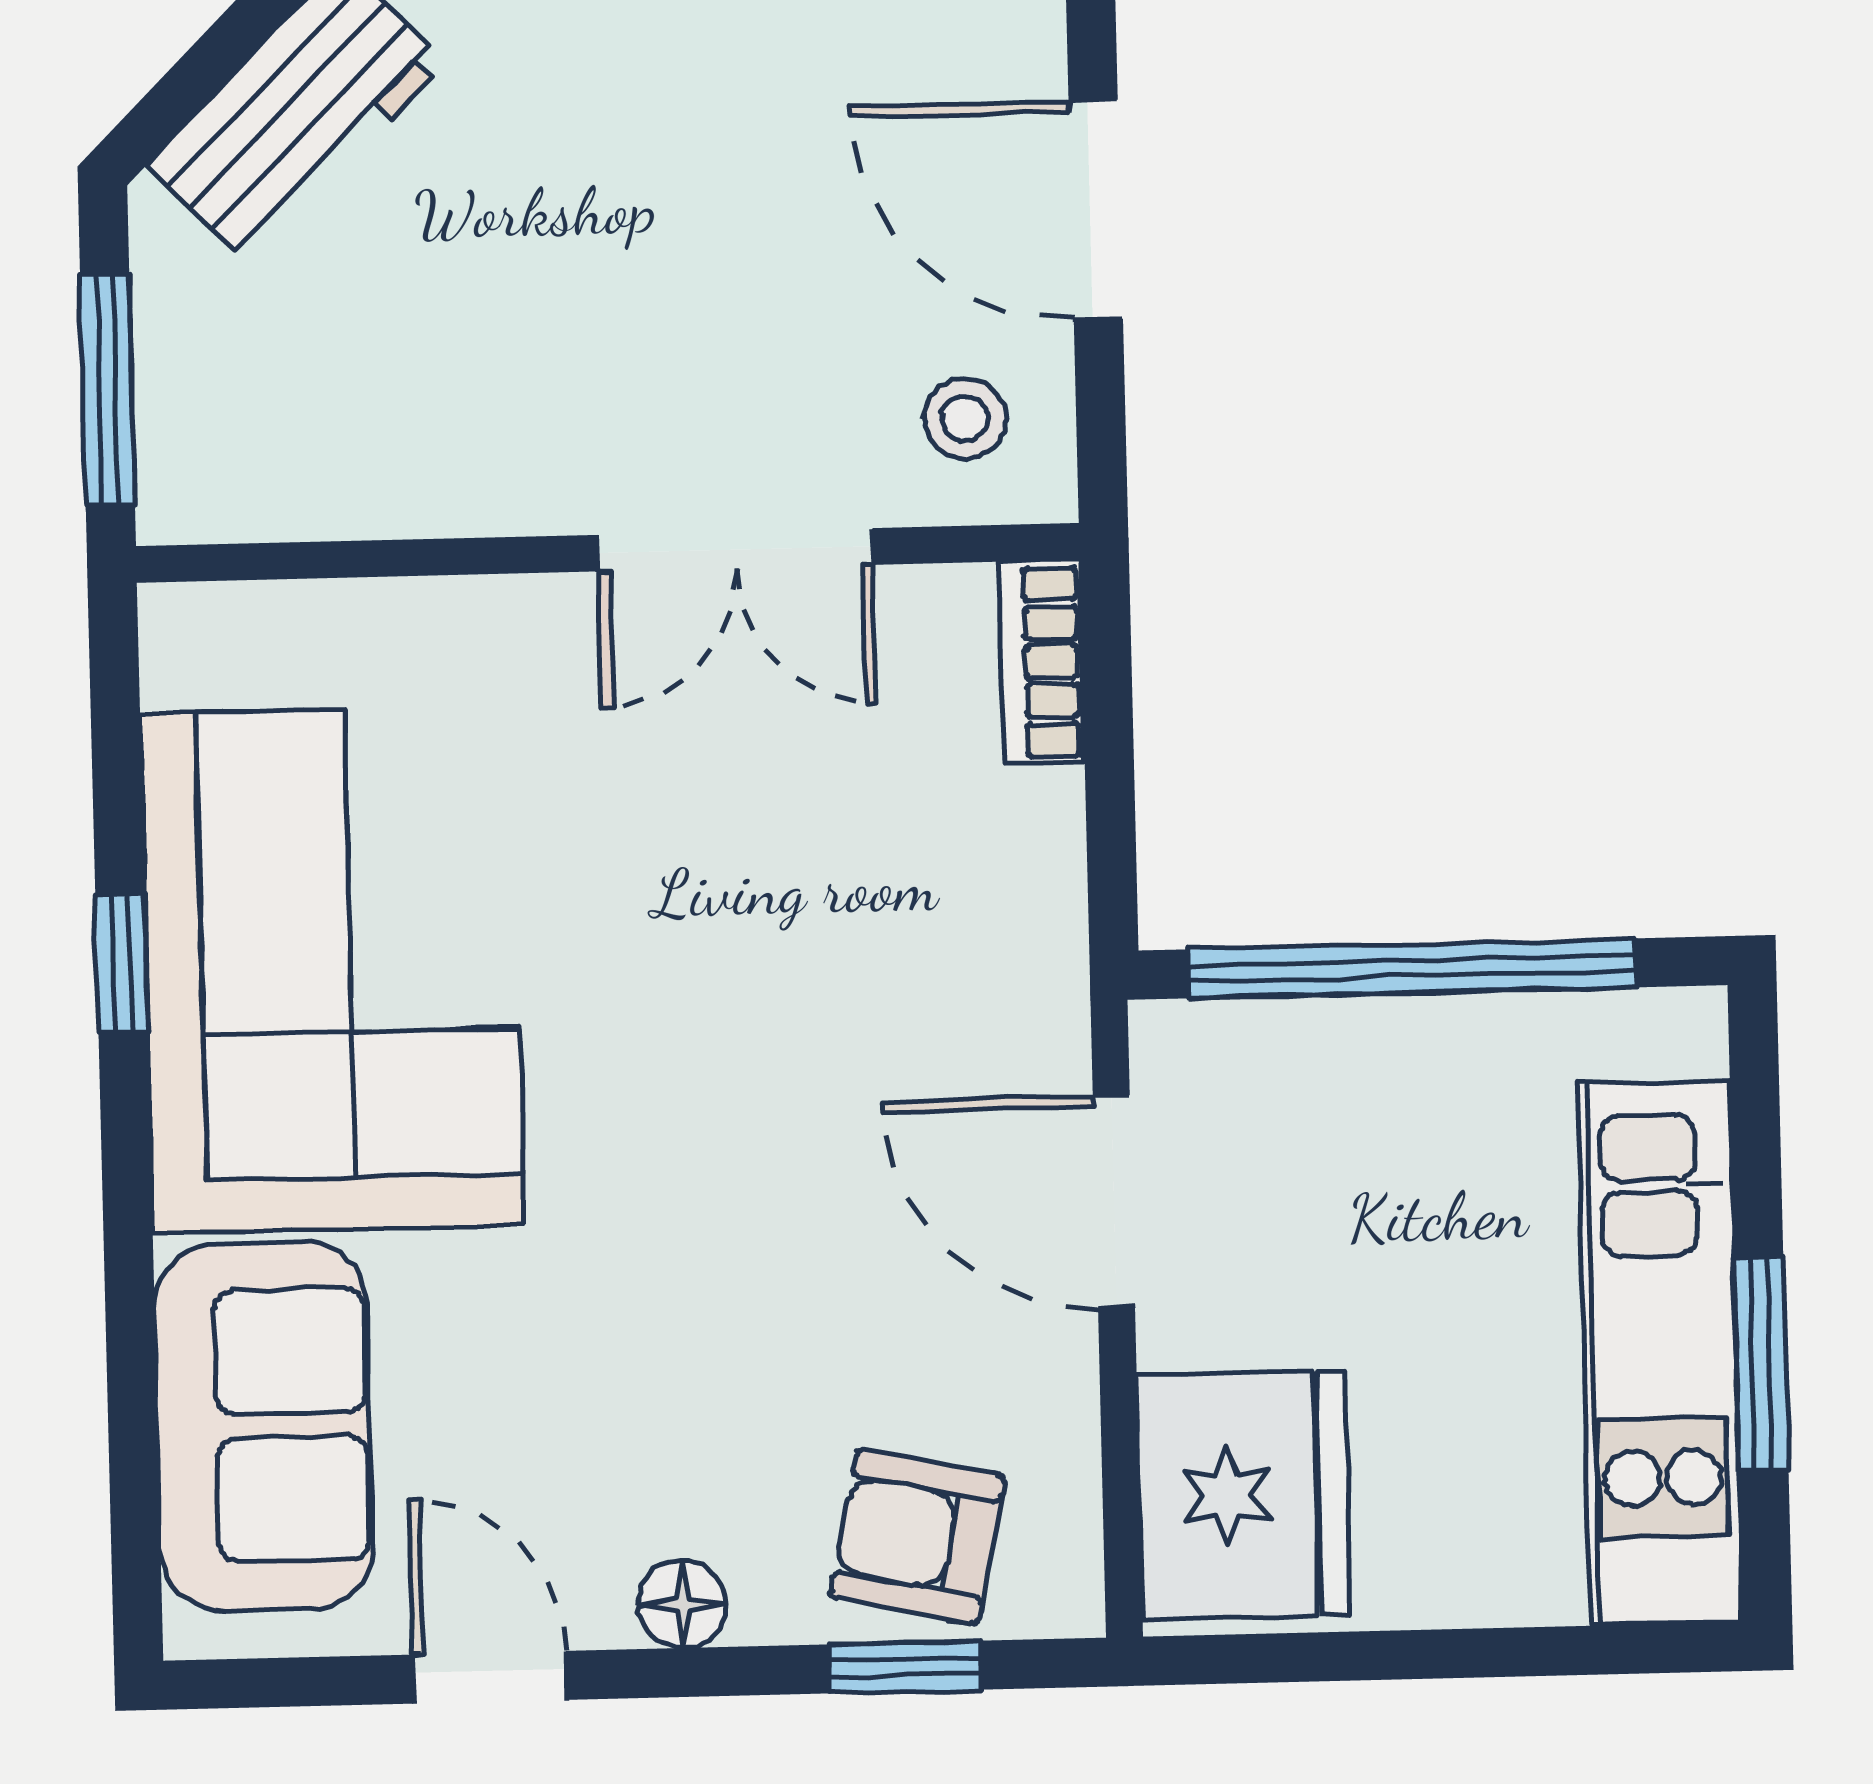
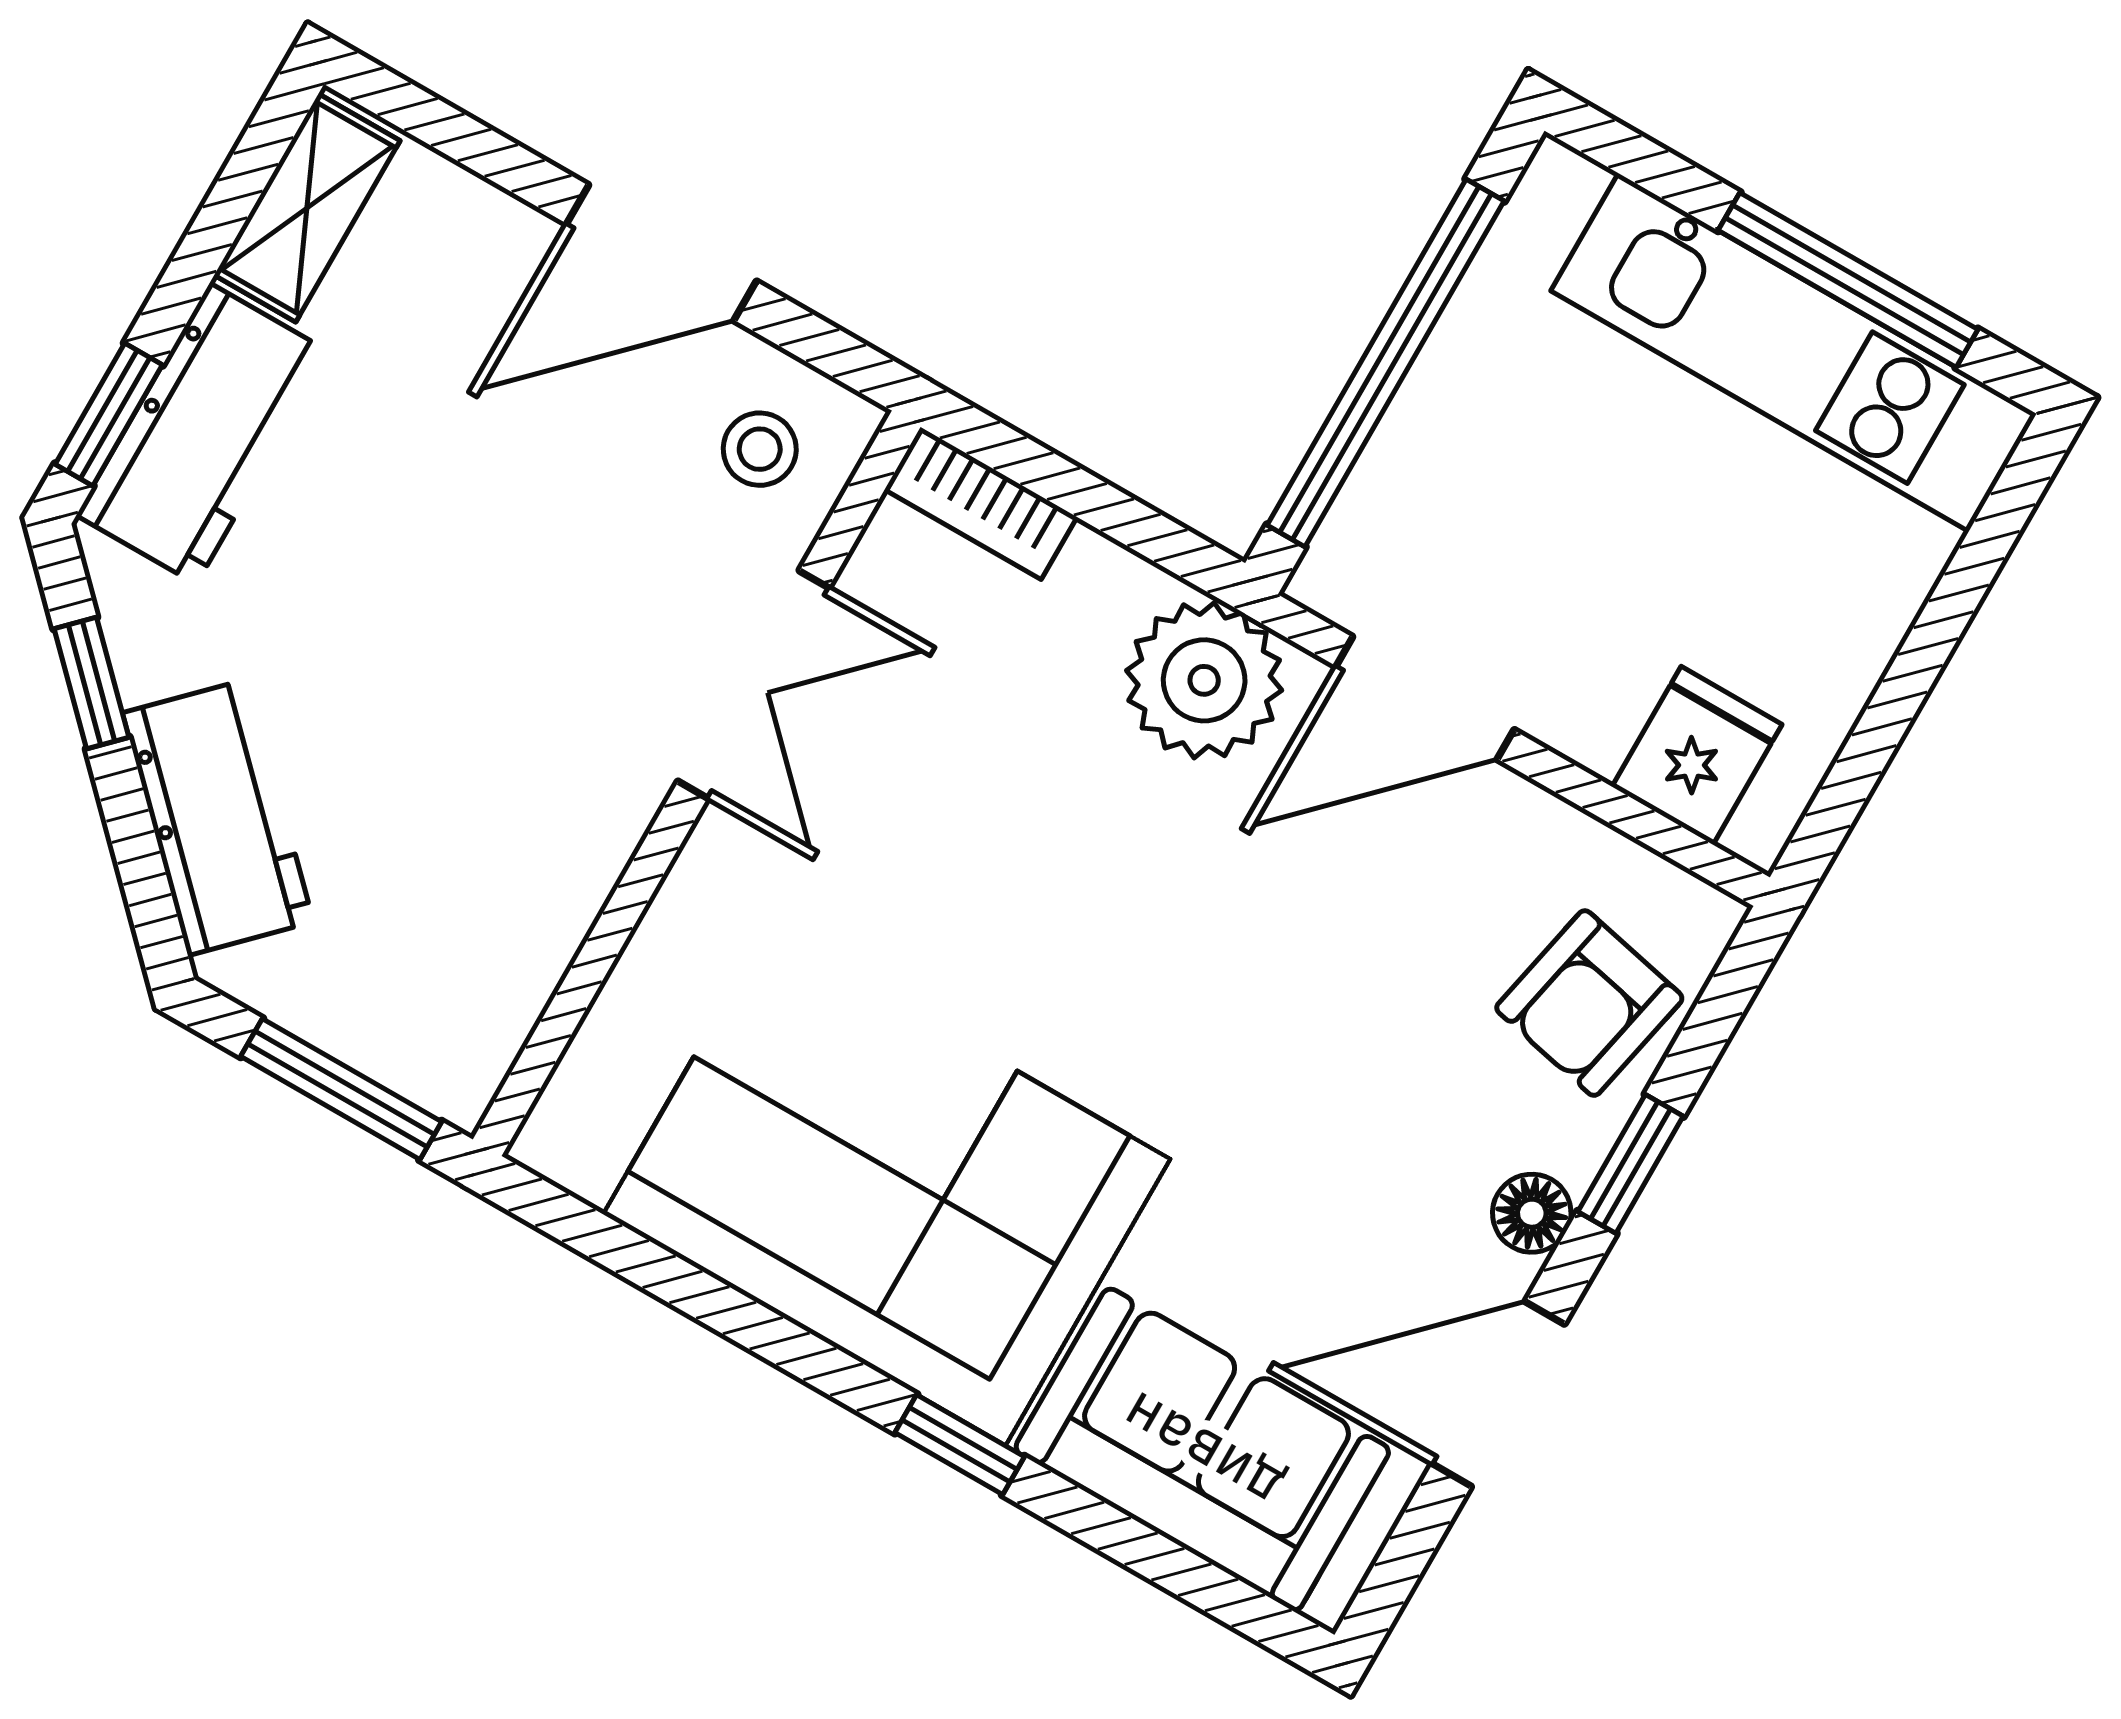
window: (122, 963) -> (960, 1445), moved
plant: (1002, 979) -> (1204, 680), added
window: (1761, 1363) -> (1848, 280), width x1.44
fridge: (1244, 1495) -> (1697, 755), width x0.53, depth x0.75
window: (906, 1667) -> (1631, 1164), moved
door: (490, 1677) -> (1498, 1394), width x1.38

